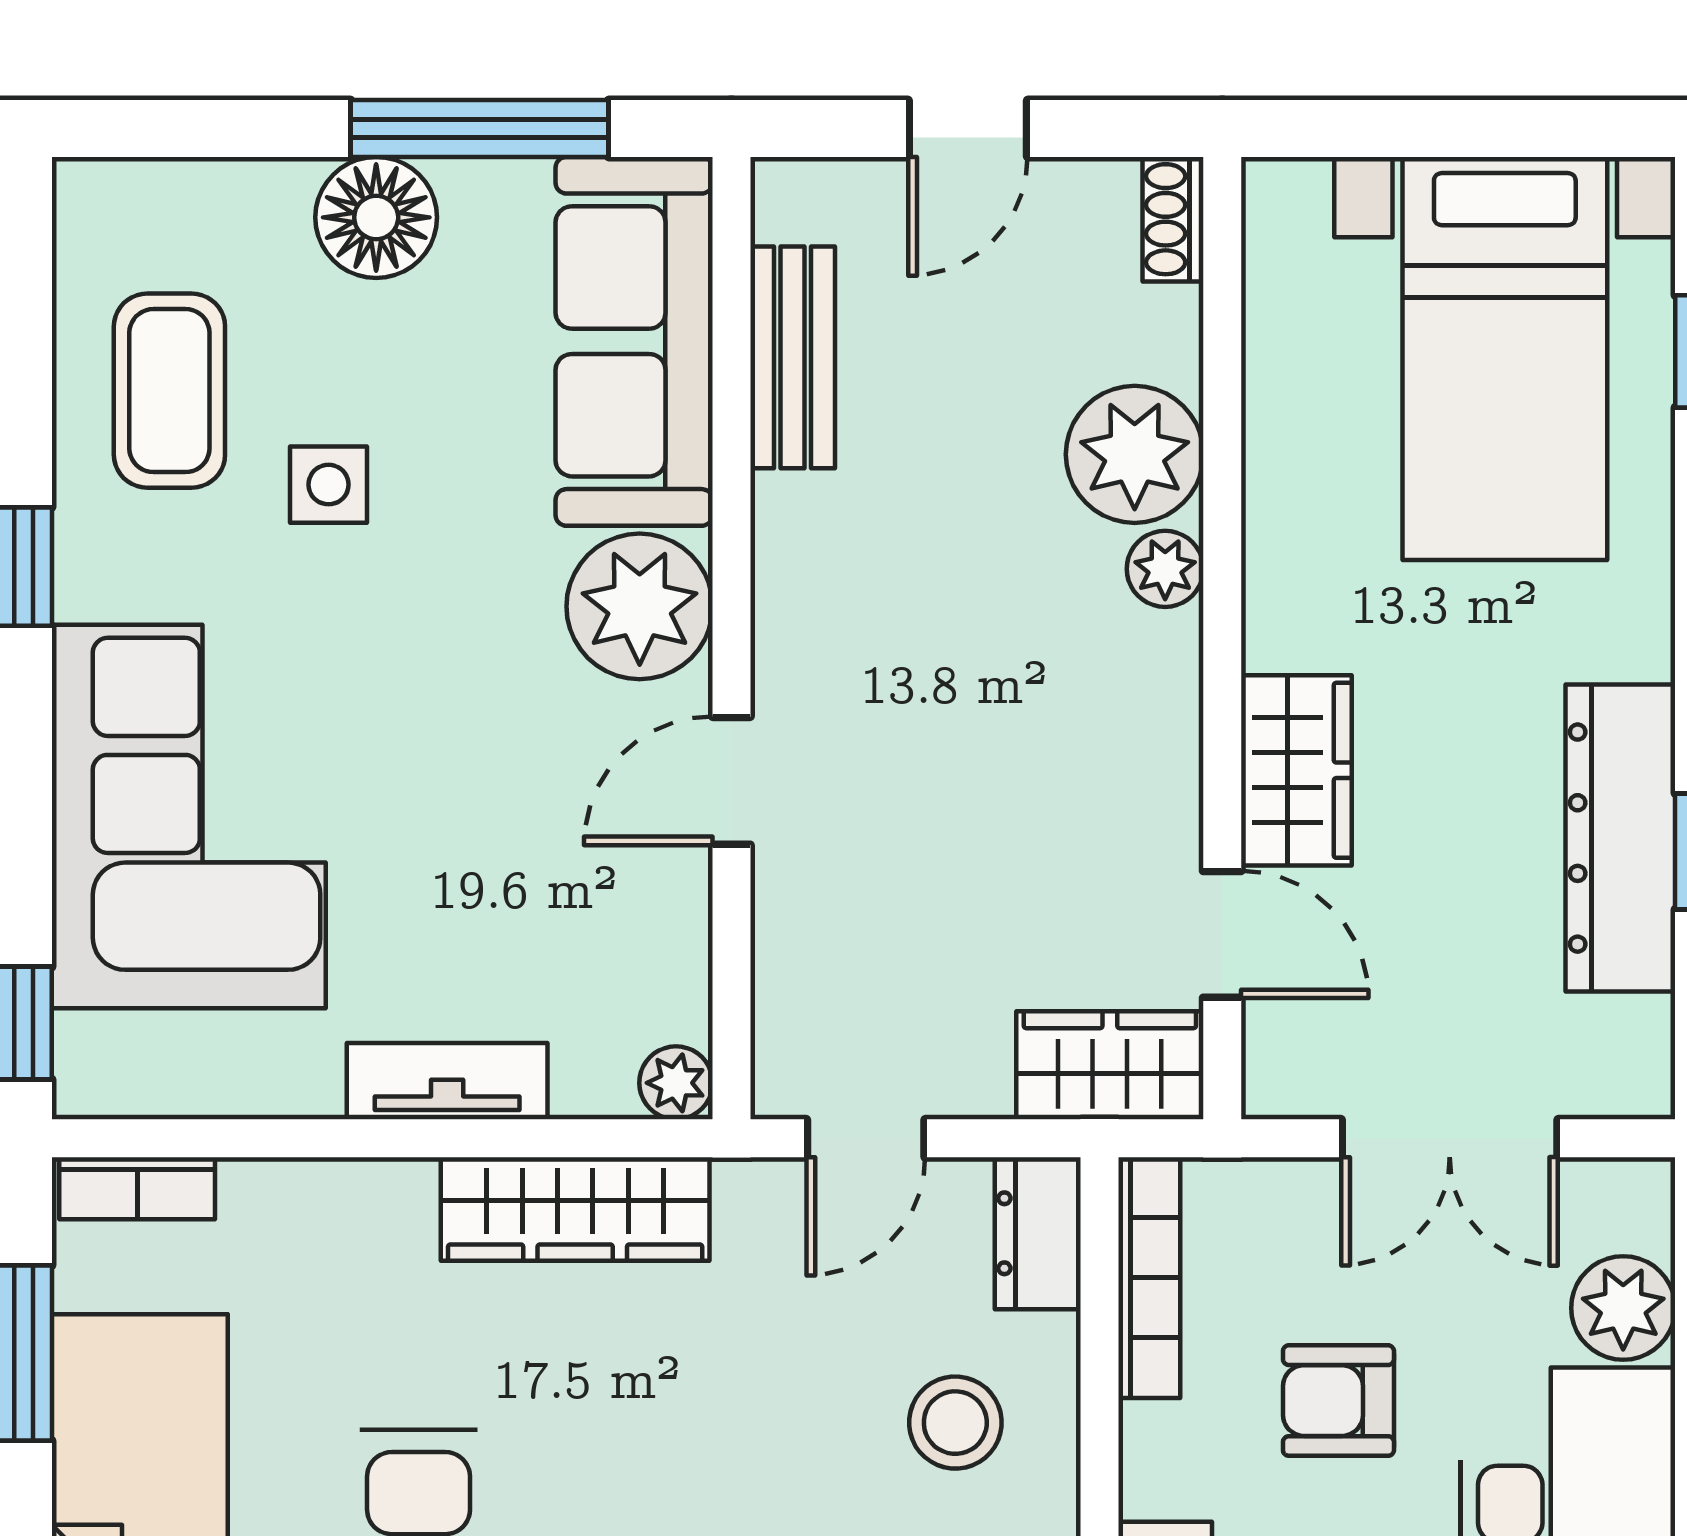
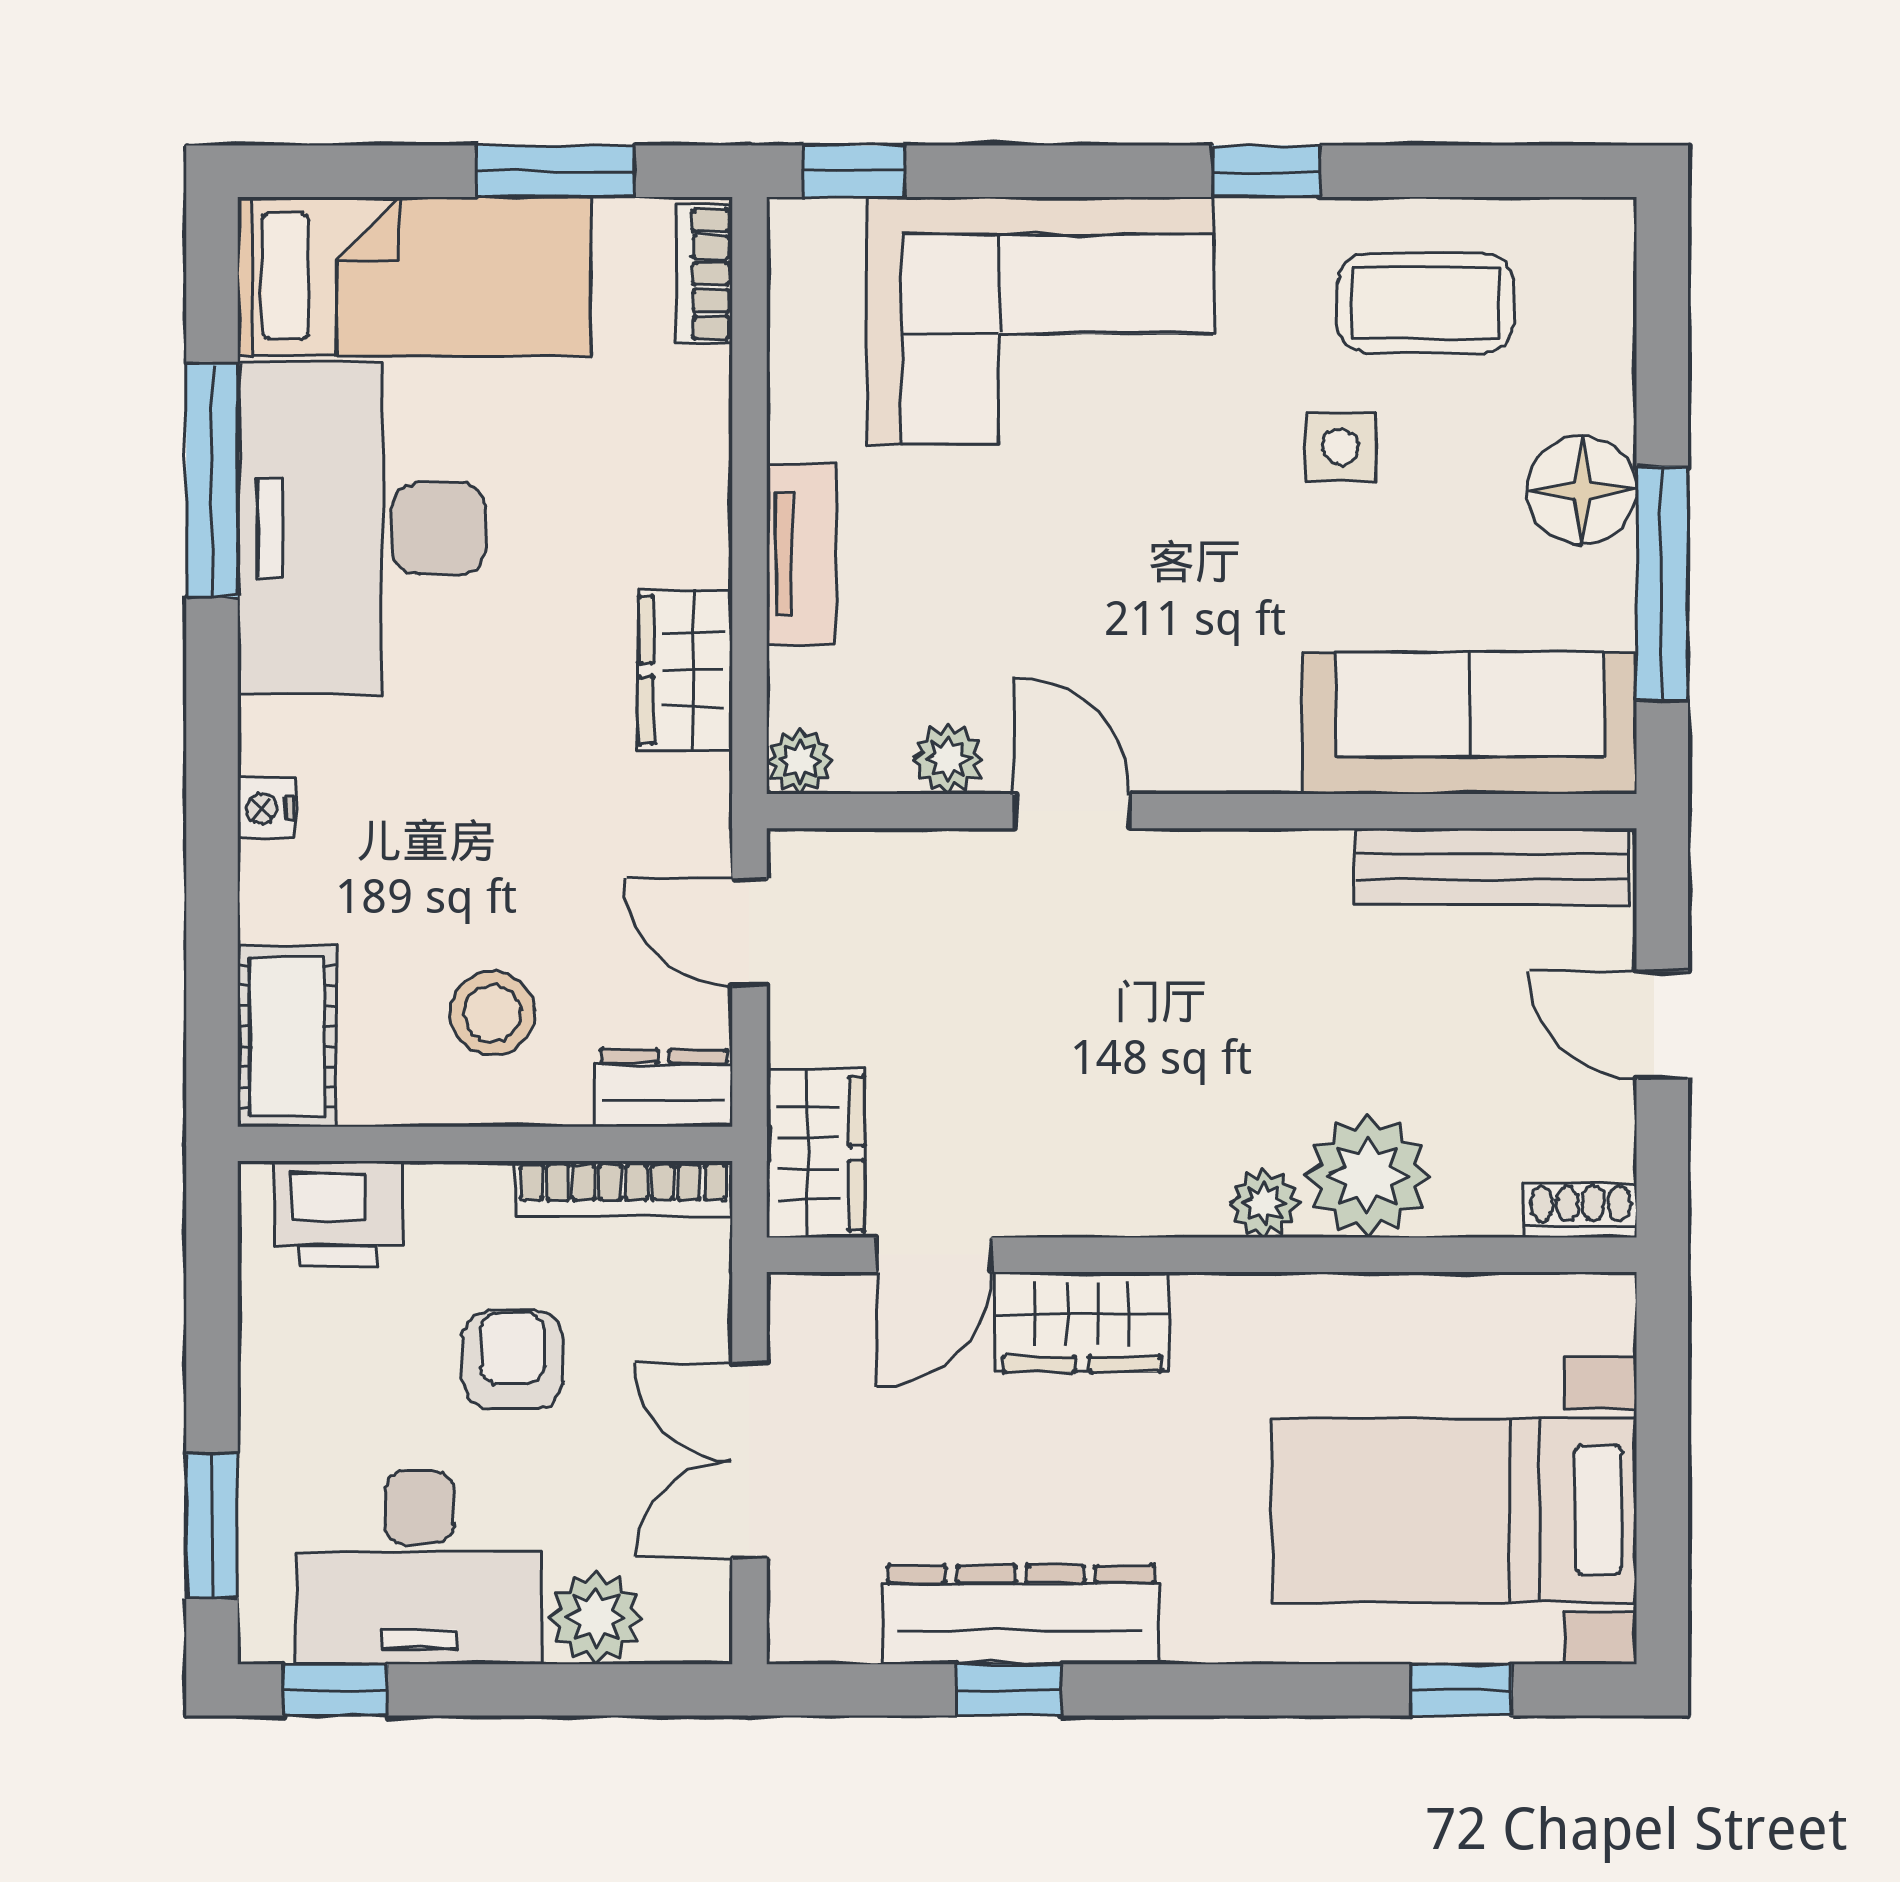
bench: (793, 357) -> (1492, 867), width x1.36
plant: (640, 606) -> (948, 759), moved, width x0.53, depth x0.53
wardrobe: (575, 1209) -> (686, 670), width x0.67

